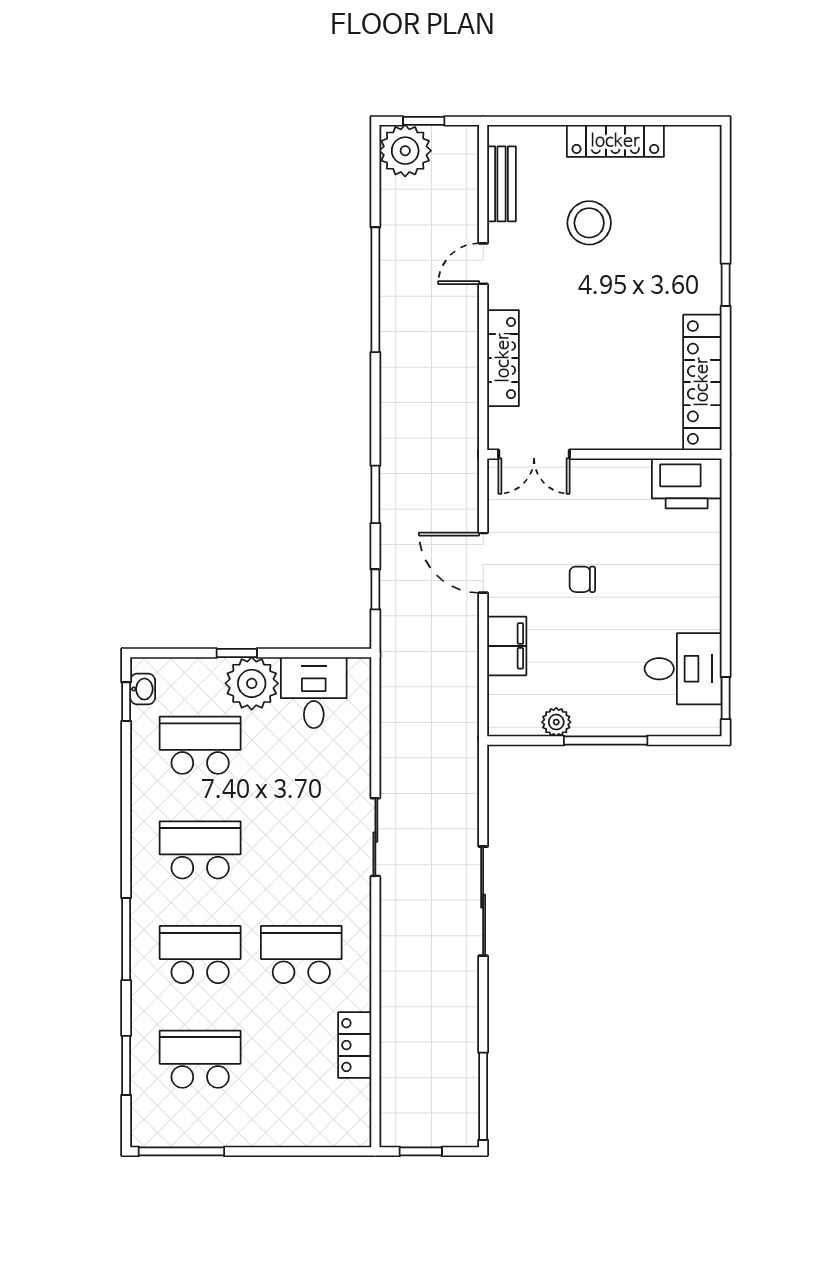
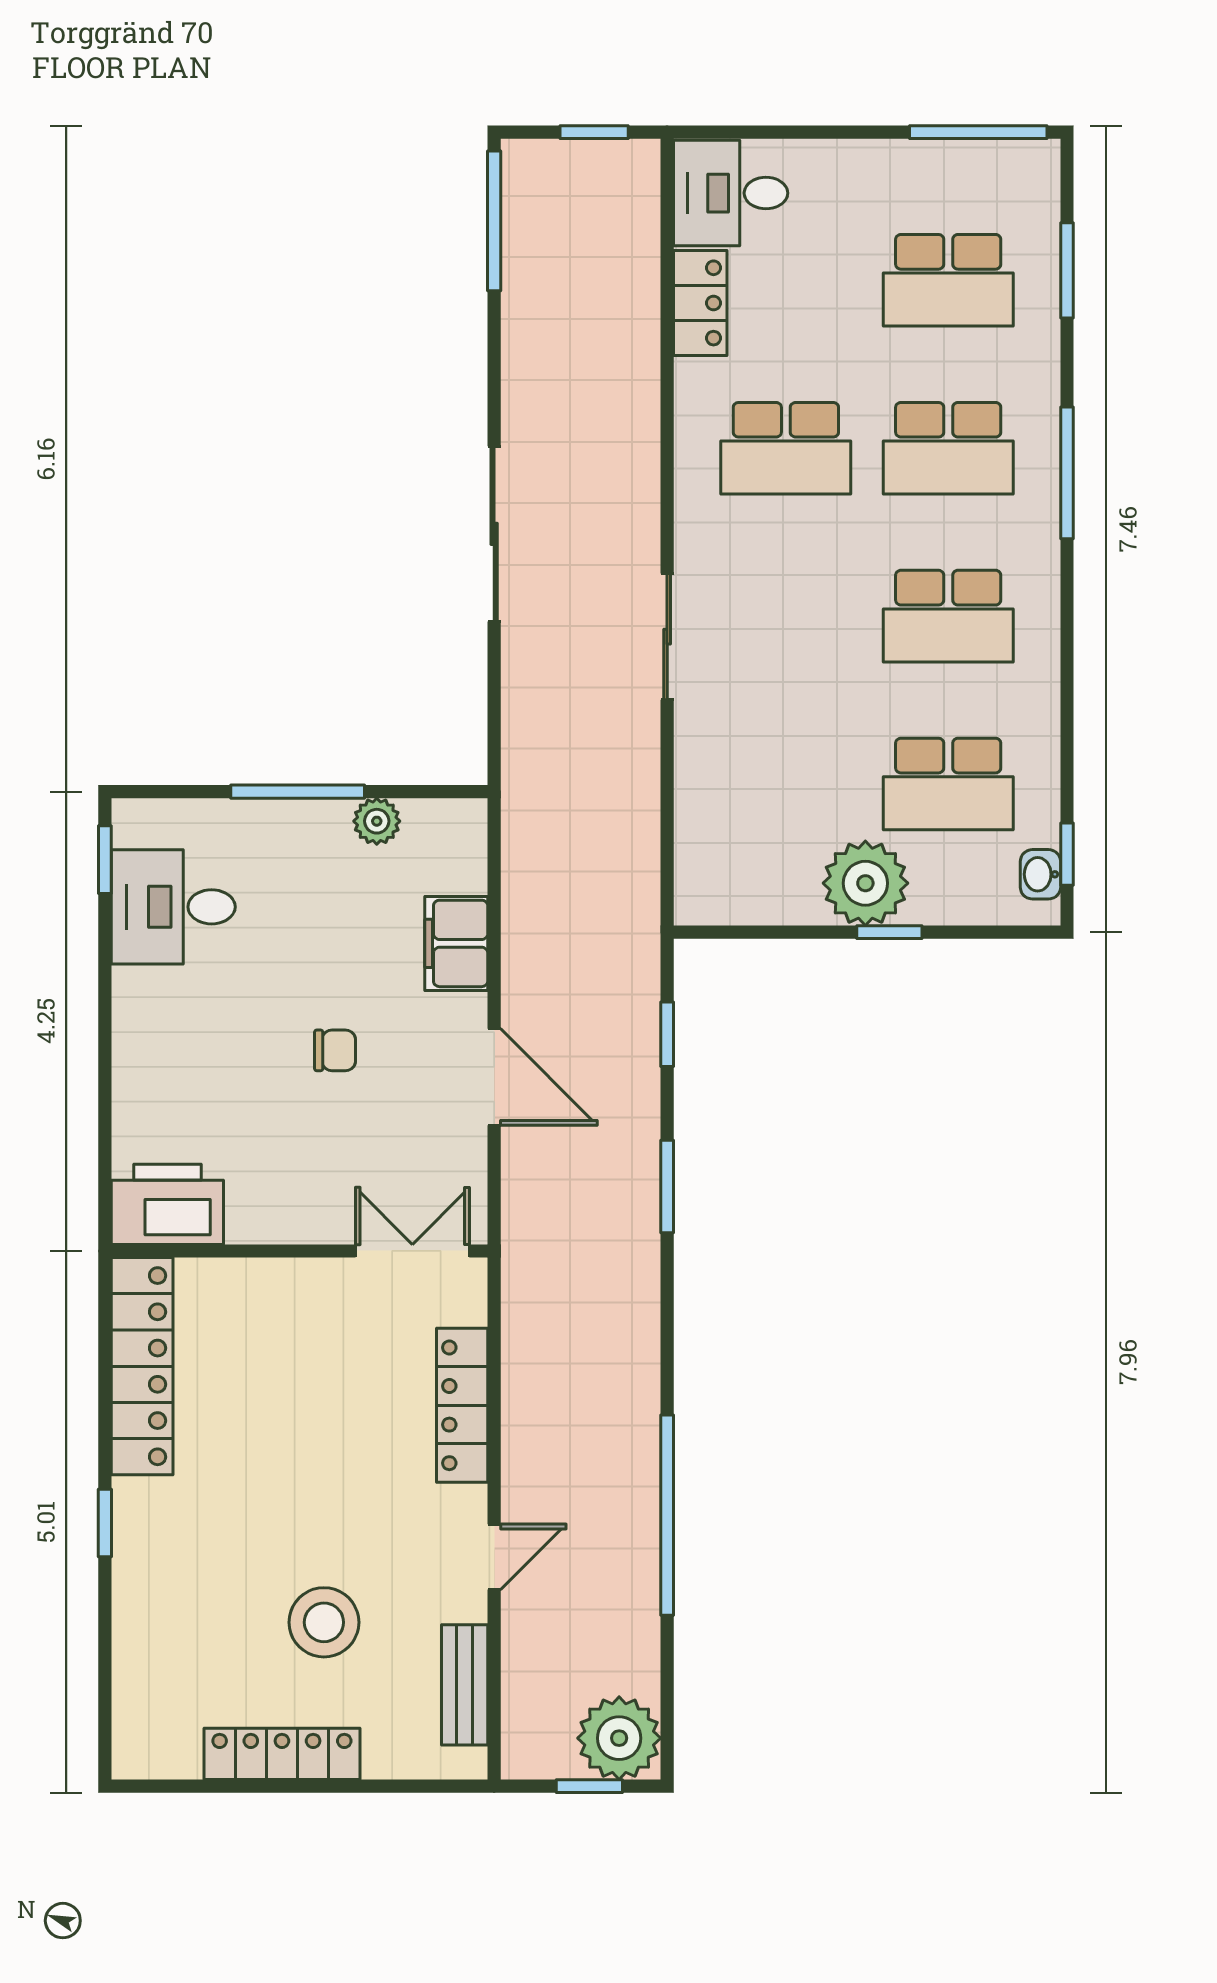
desk: (314, 693) -> (731, 193), moved, turned 90

